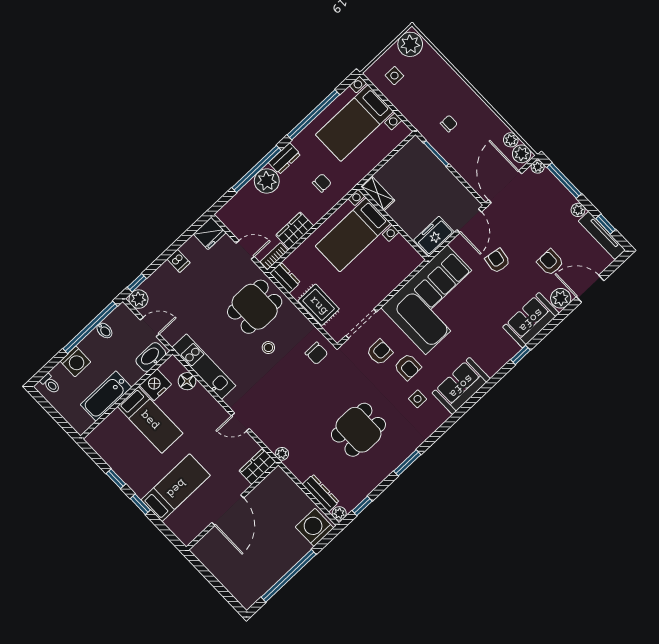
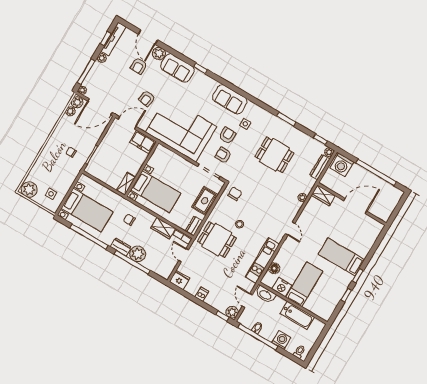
wardrobe: (257, 466) -> (323, 195), moved
wall: (232, 506) -> (352, 204), moved
door: (228, 510) -> (355, 206), moved

